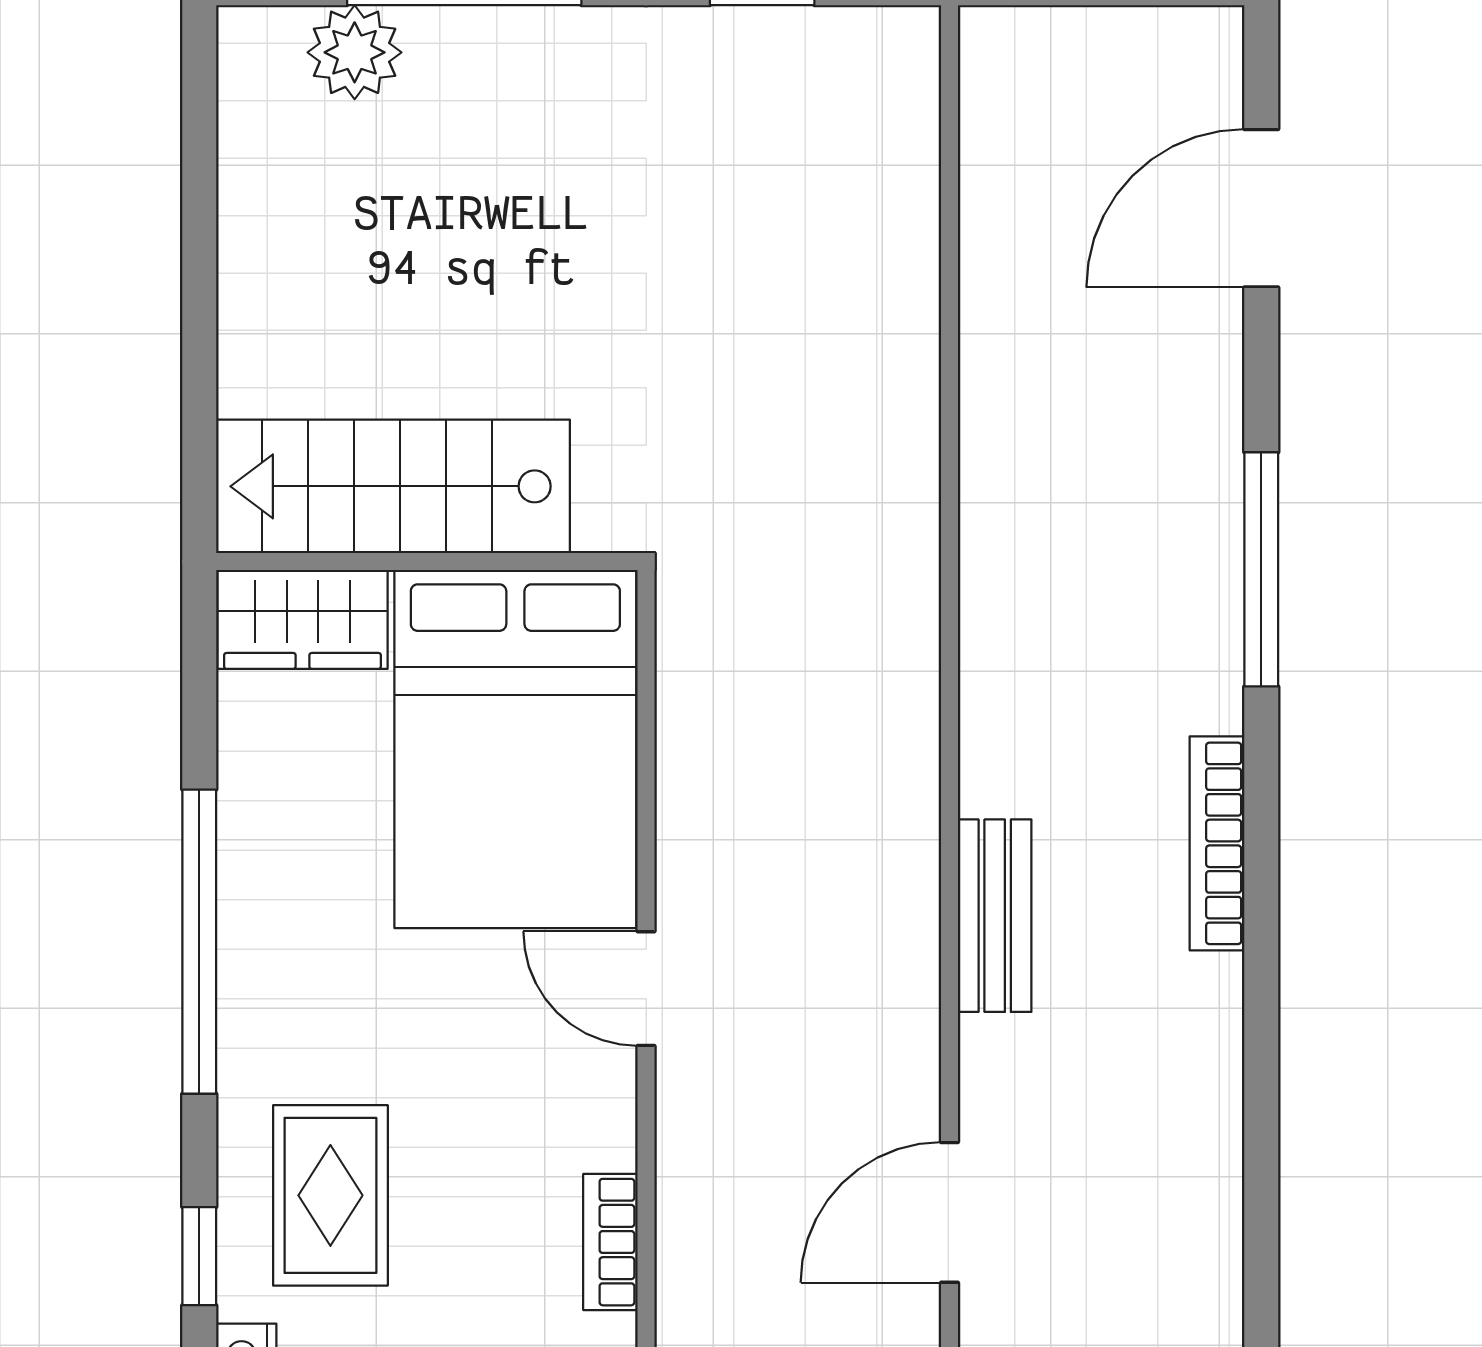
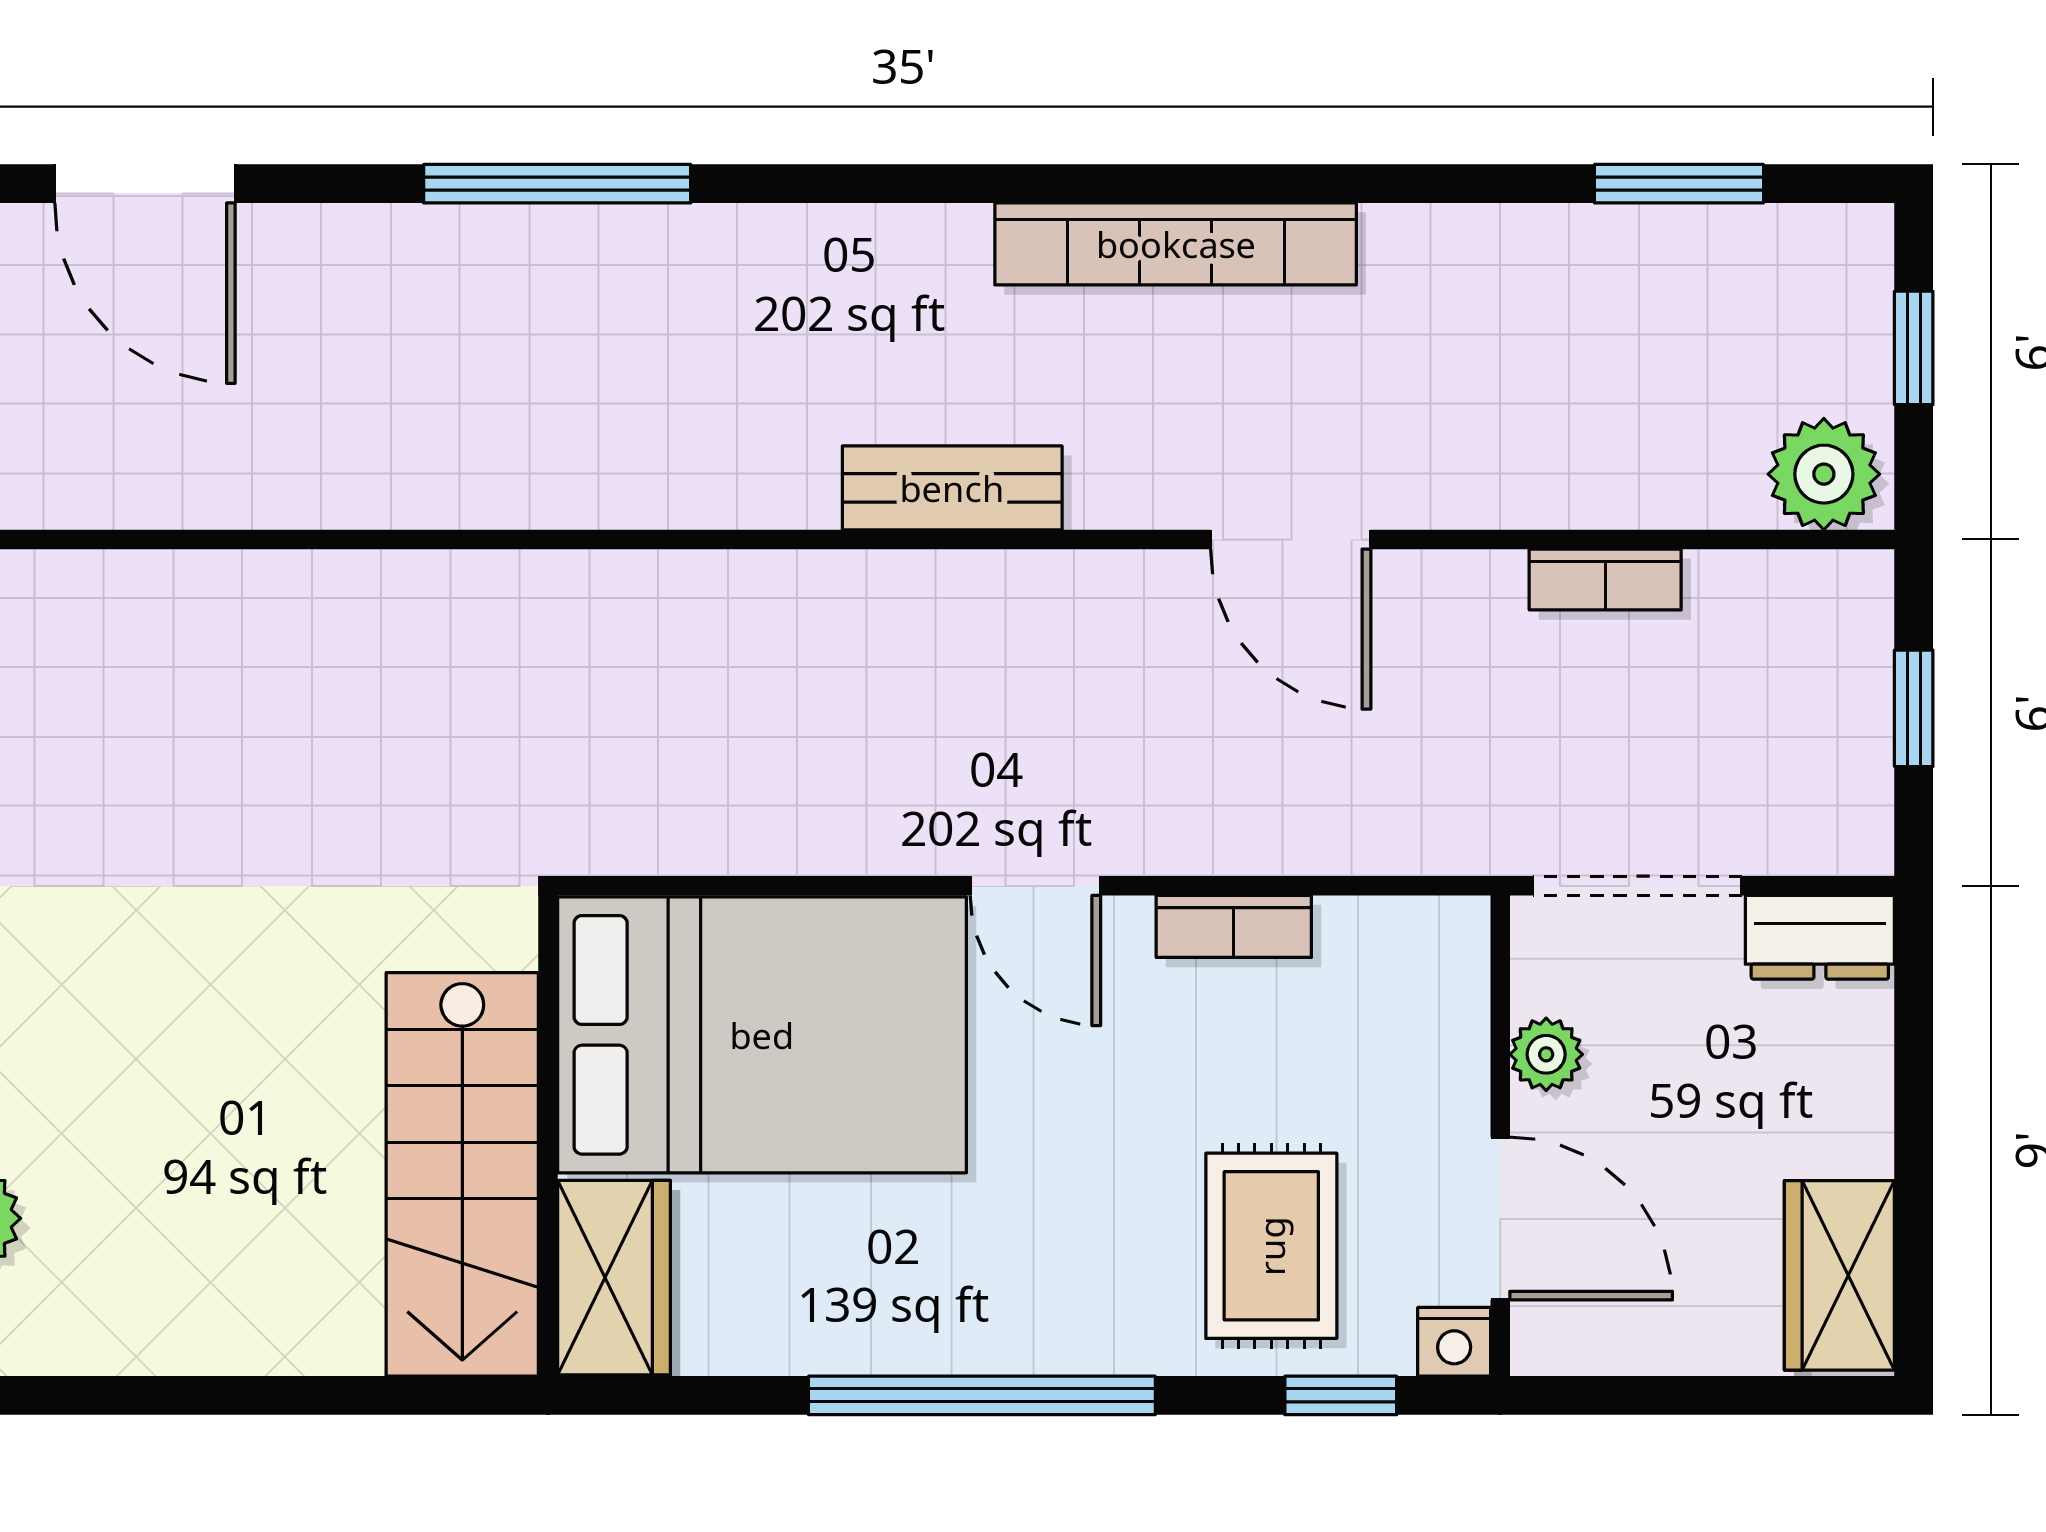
bookcase: (1217, 843) -> (1176, 244), moved, width x1.48, depth x1.31
door: (646, 989) -> (1035, 886), hinge flipped
rug: (330, 1195) -> (1271, 1246), turned 90
bookcase: (610, 1242) -> (1234, 926), moved

